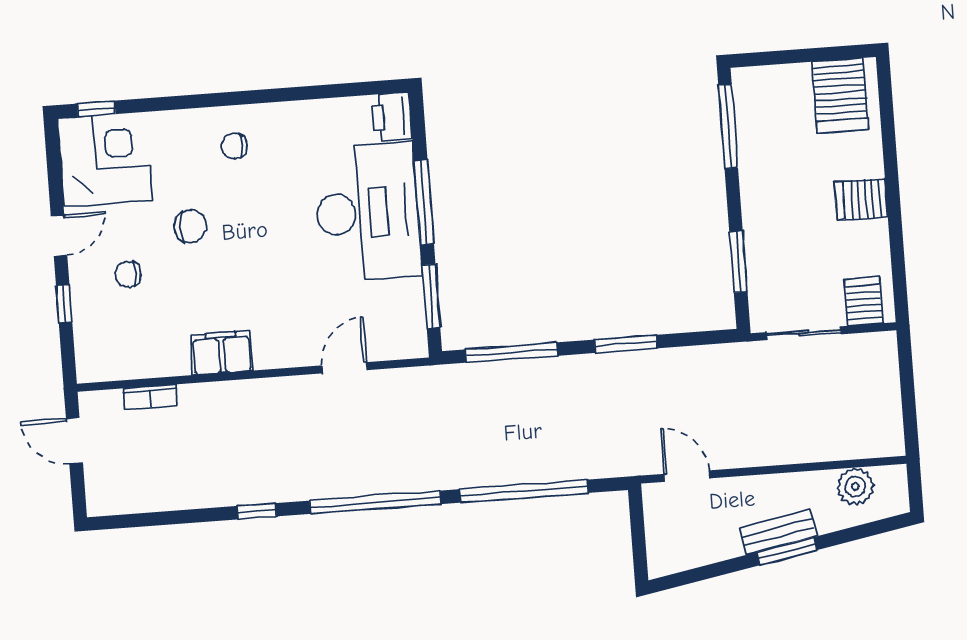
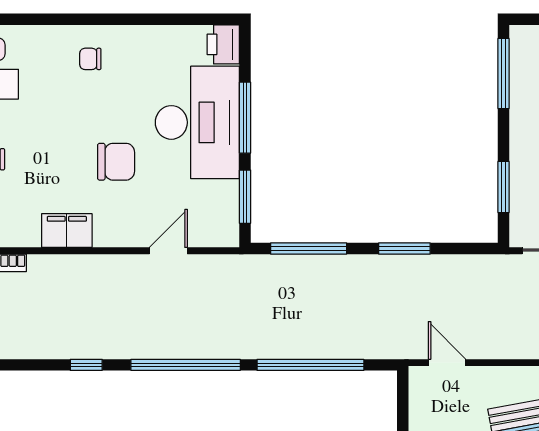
chair: (190, 226) -> (116, 162), moved, width x1.37, depth x1.37

